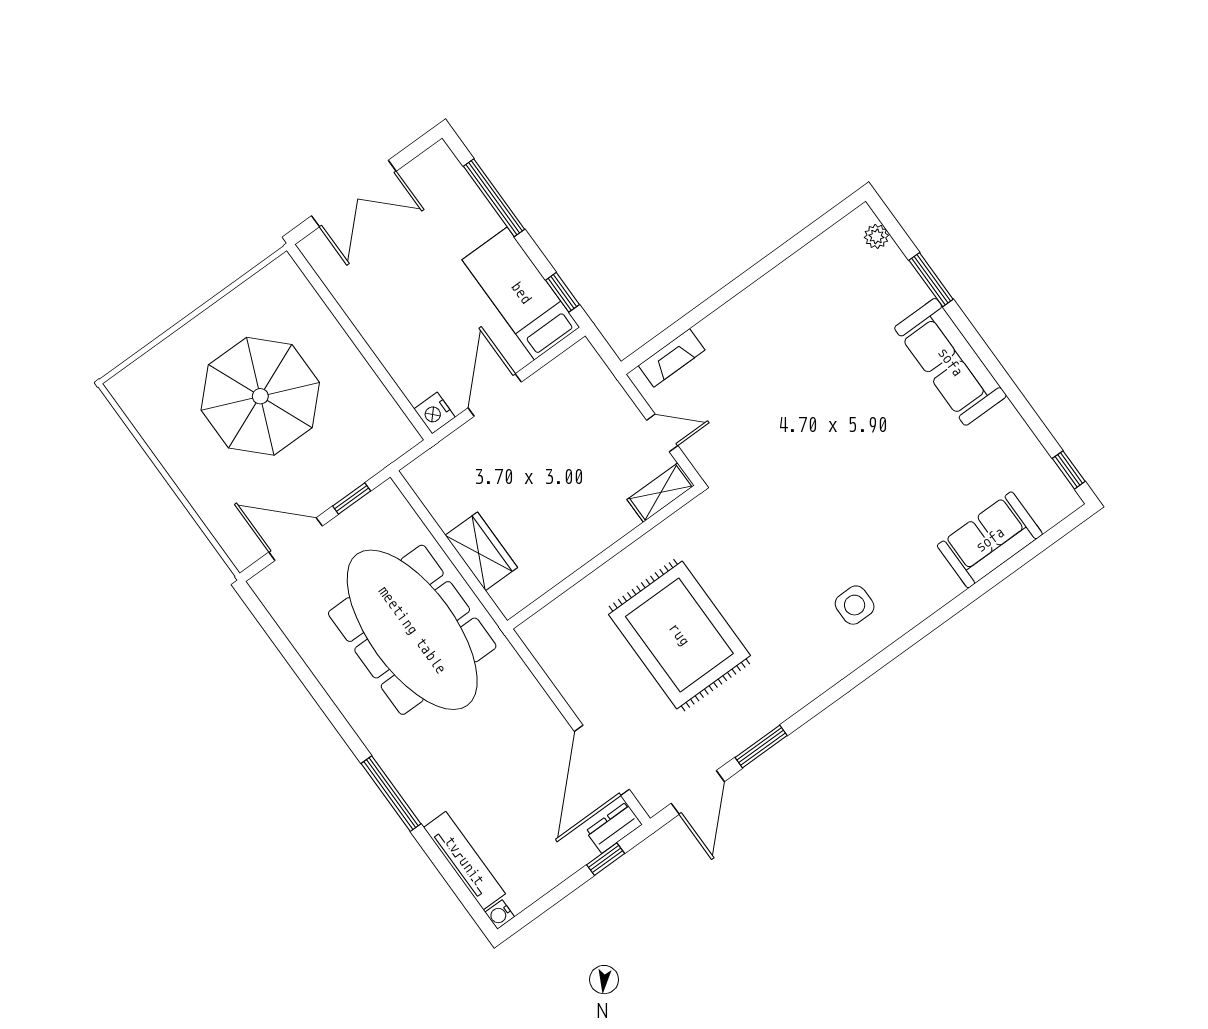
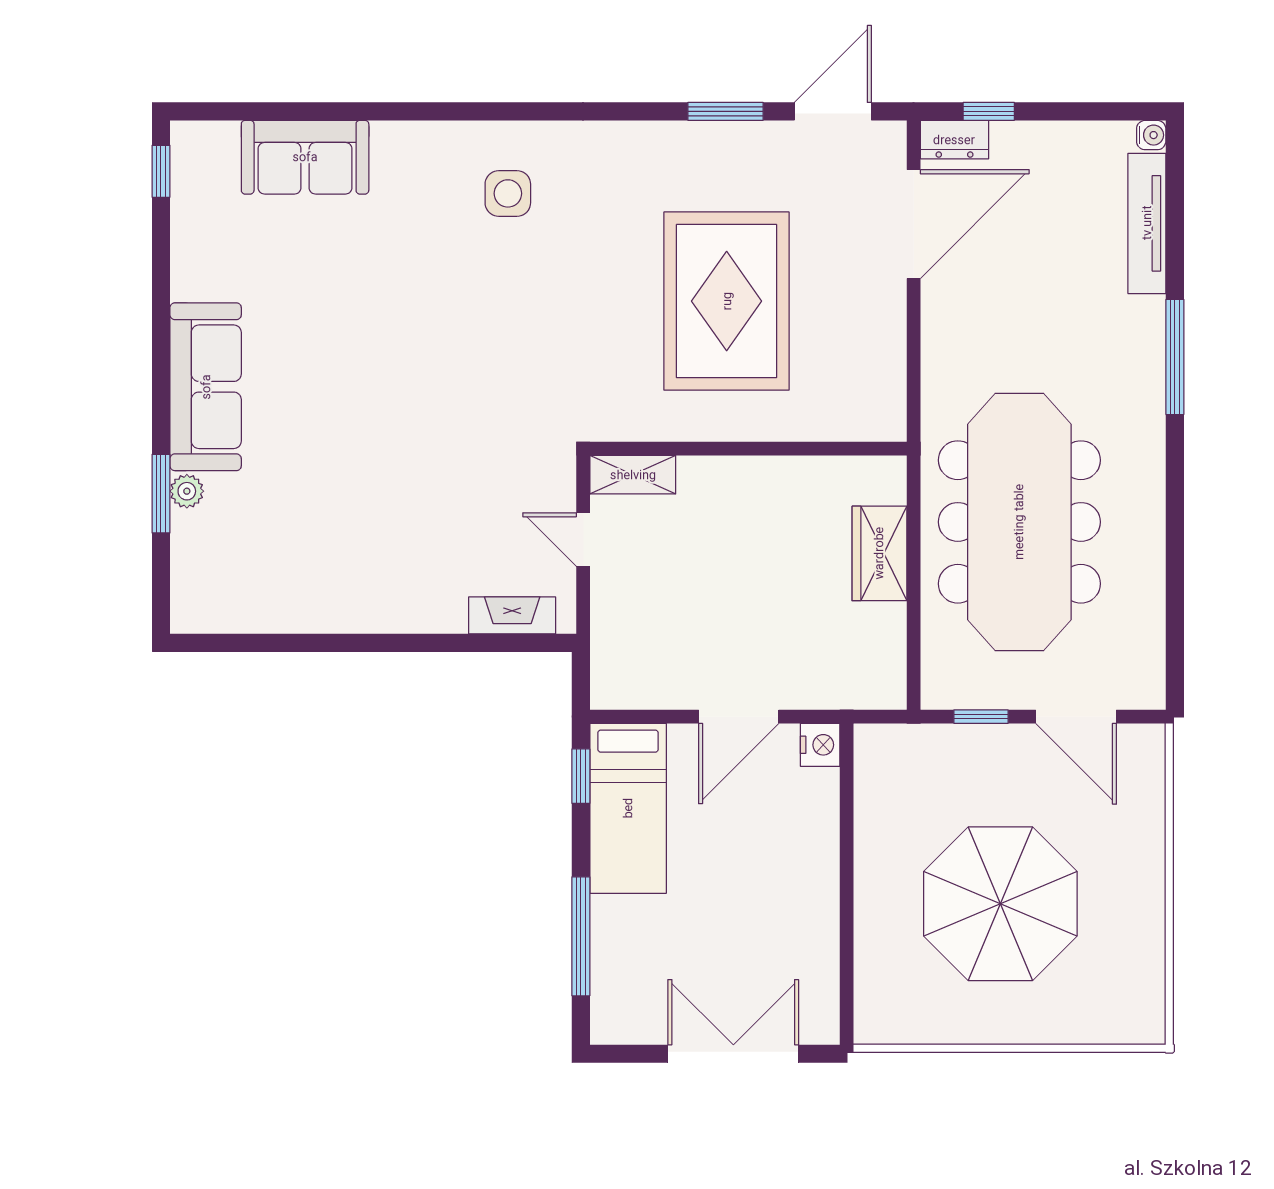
plant: (876, 236) -> (187, 491), moved

